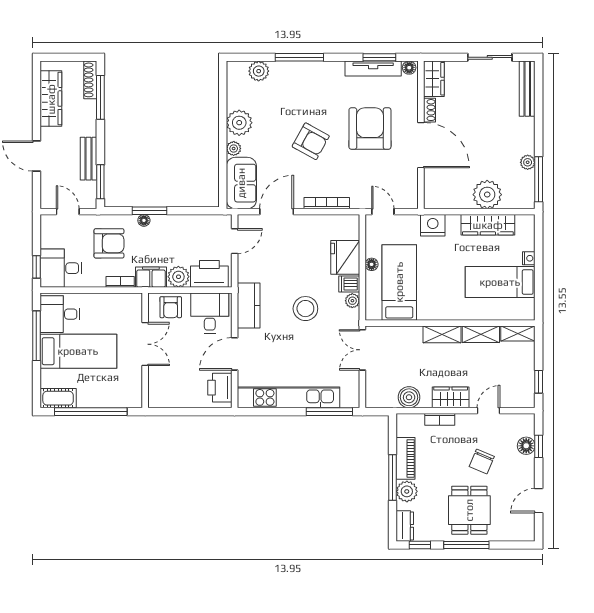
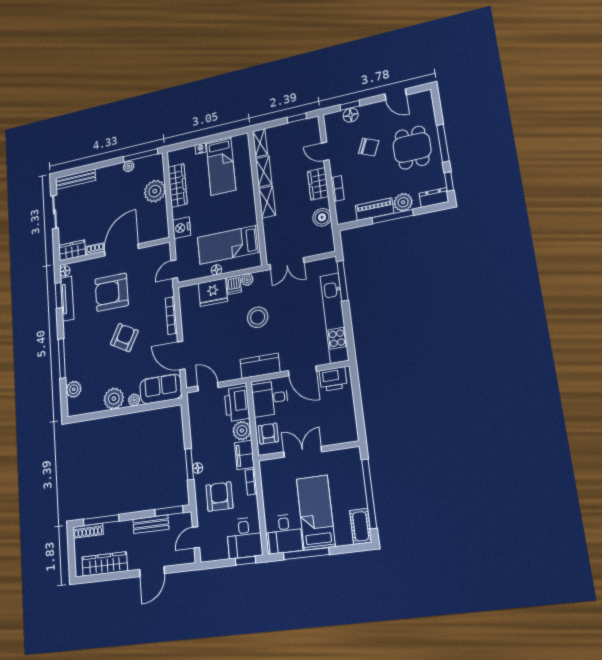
armchair: (171, 307) -> (268, 434), turned -90
dining table: (469, 510) -> (412, 148), turned 90

